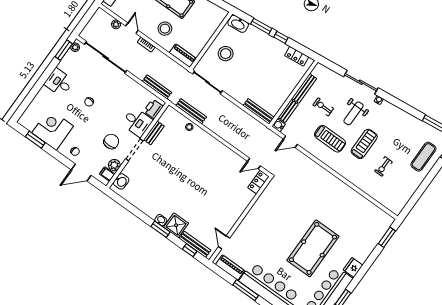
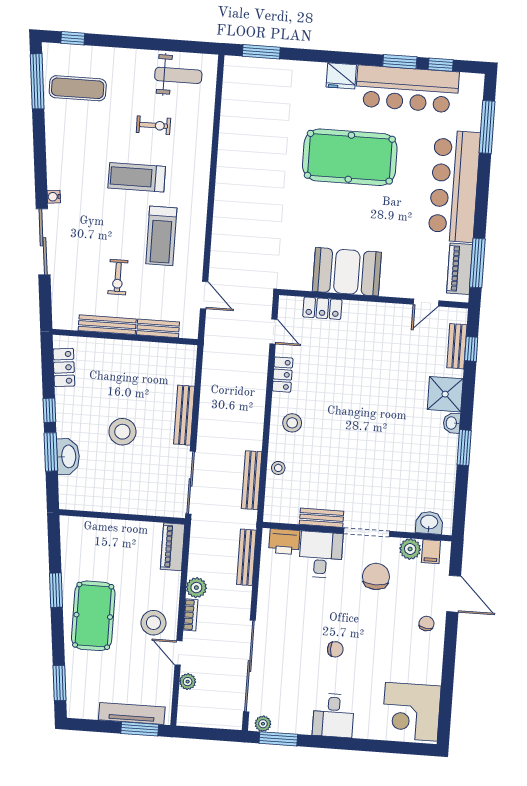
washbasin: (238, 24) -> (68, 456), moved
door: (132, 28) -> (178, 653), hinge flipped
stool: (165, 29) -> (153, 623), moved
stool: (226, 54) -> (122, 432), moved
plant: (157, 55) -> (196, 588), added
bench: (259, 111) -> (184, 415), moved
weight bench: (354, 113) -> (178, 75), moved
water cooler: (279, 125) -> (190, 330), removed
corner desk: (53, 129) -> (411, 712), moved
treadmill: (330, 139) -> (161, 236), turned 180
window: (35, 140) -> (446, 697), removed
chair: (111, 141) -> (376, 576), turned 90
stool: (206, 146) -> (292, 423), added
locker: (231, 156) -> (283, 375), added
exercise mat: (423, 157) -> (78, 88), moved
locker: (258, 182) -> (322, 308), moved
booth: (261, 215) -> (347, 272), added
window: (160, 229) -> (464, 448), moved
bench: (195, 244) -> (457, 346), width x0.73
window: (246, 290) -> (477, 263), moved

